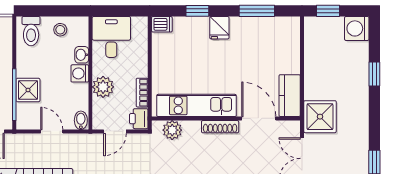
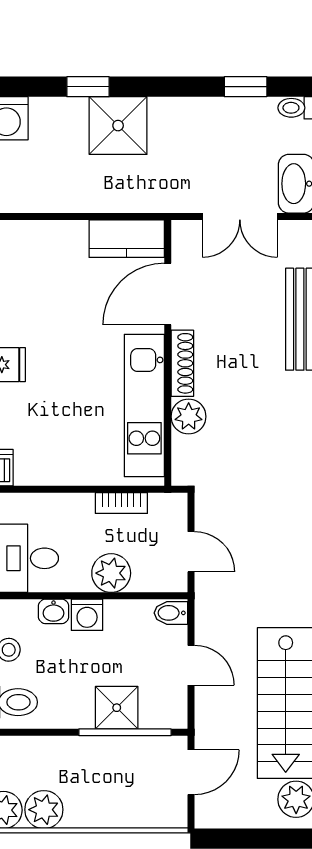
shower: (320, 117) -> (118, 126), moved
printer: (139, 119) -> (168, 509), removed
plant: (172, 130) -> (189, 417), moved
door: (52, 131) -> (191, 665), swing flipped

